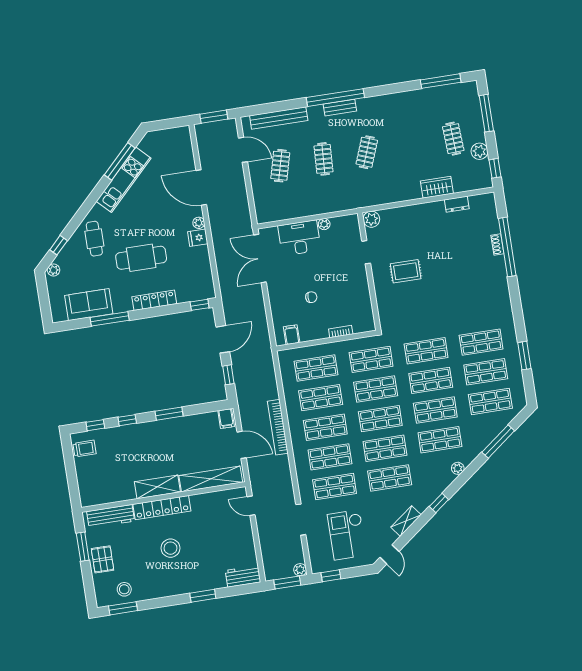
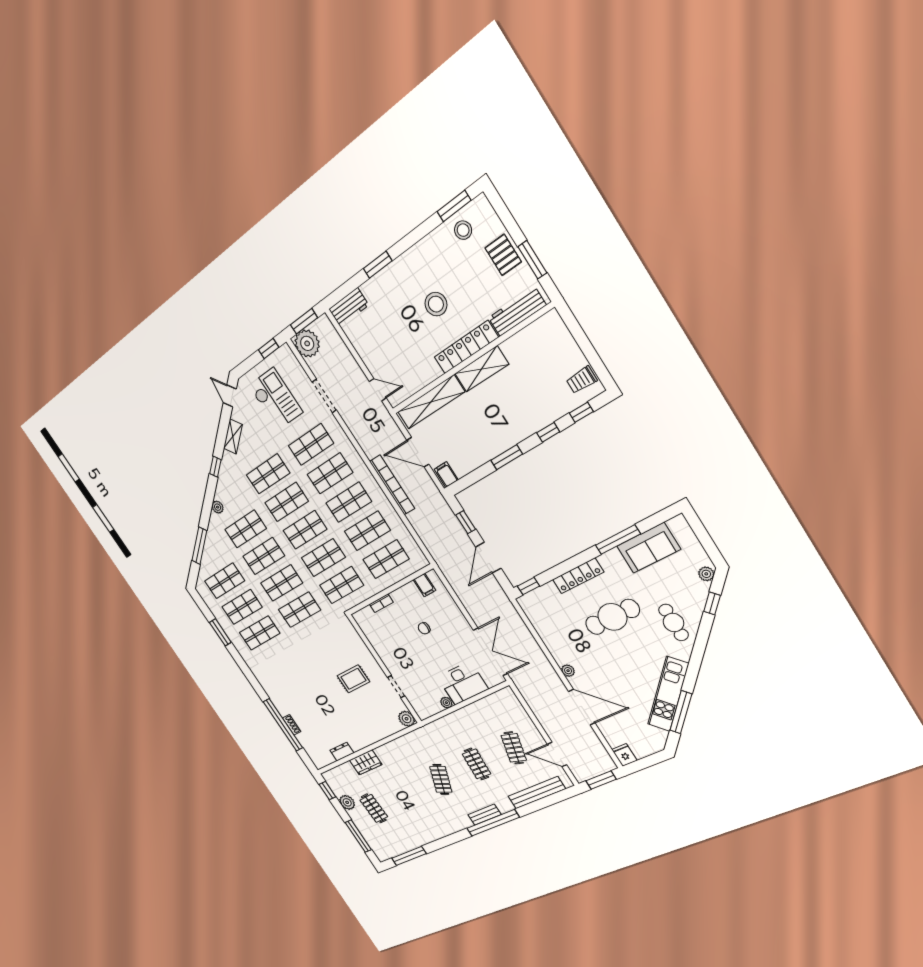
fridge: (198, 238) -> (624, 755), moved, turned -90
plant: (300, 570) -> (307, 343), width x1.87, depth x1.87

